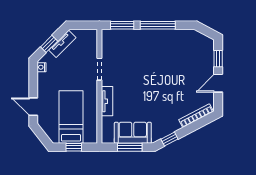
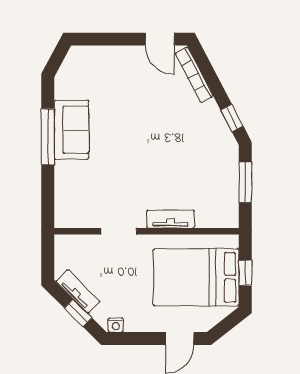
window: (122, 25) -> (48, 195), removed
window: (218, 59) -> (102, 39), removed
door: (218, 83) -> (160, 39), moved
bed: (71, 117) -> (196, 277), width x1.50
sofa: (133, 133) -> (71, 130), moved, turned 180

